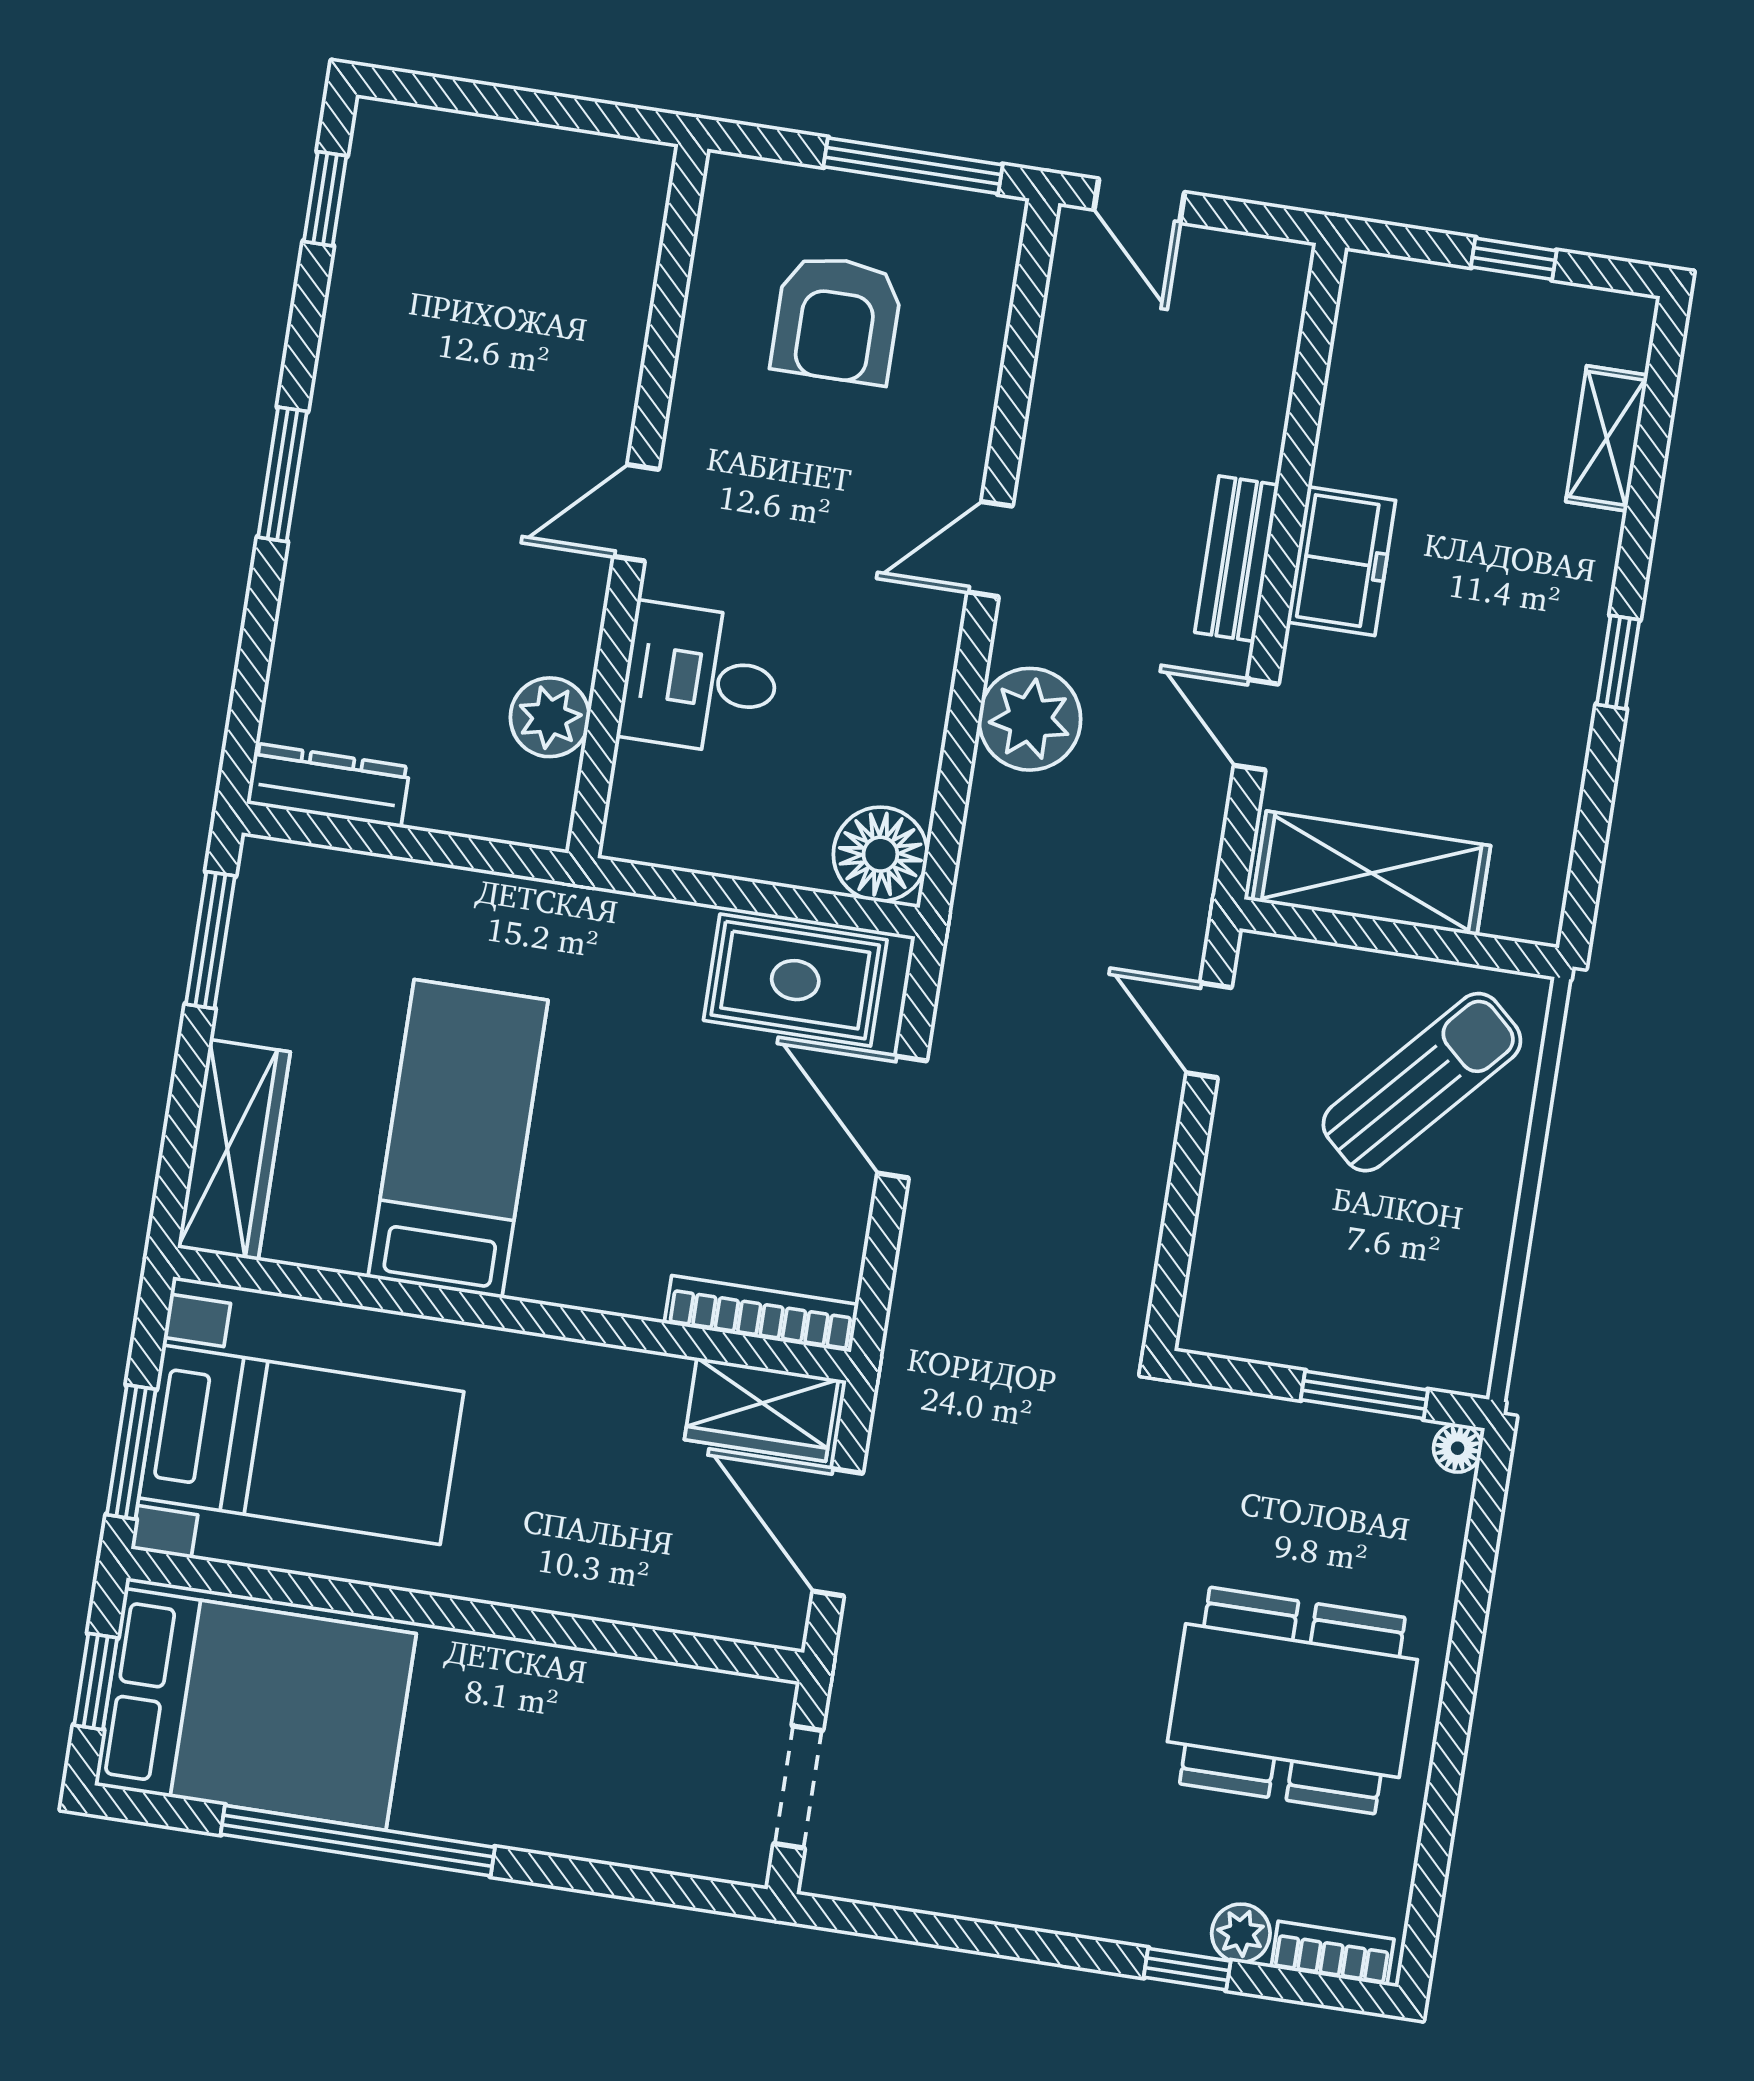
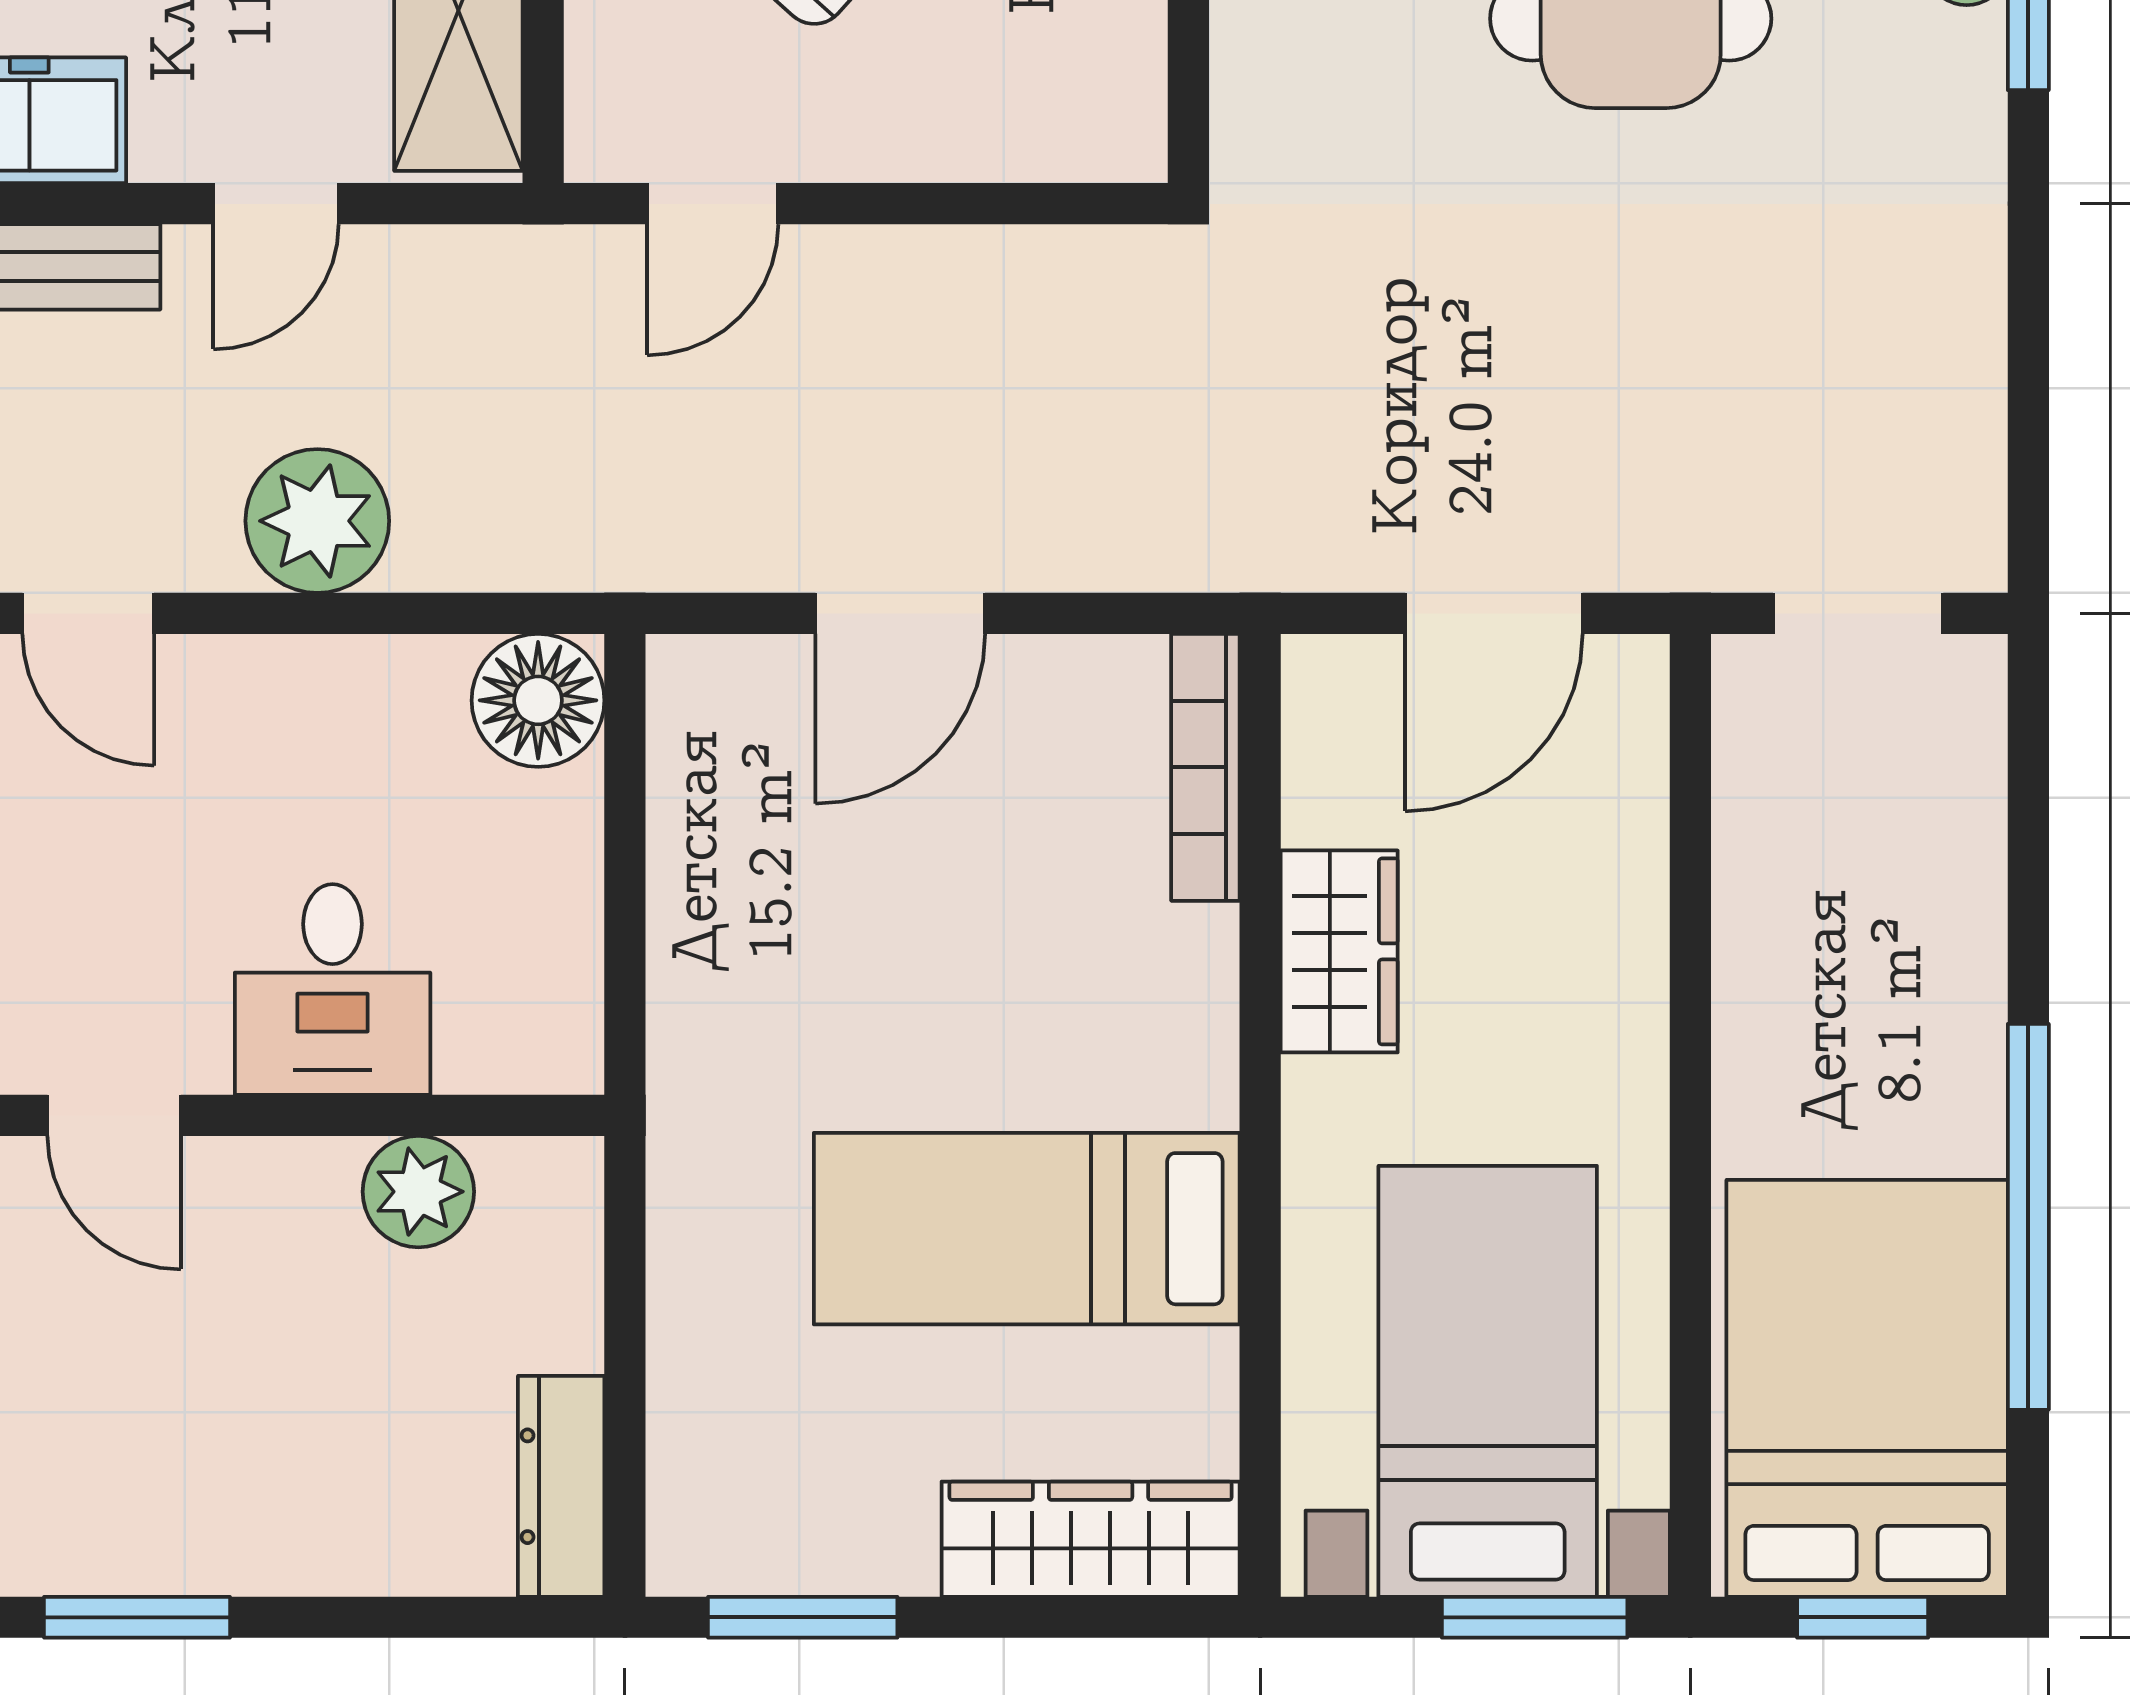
rug: (795, 980) -> (732, 792), removed
wardrobe: (761, 1410) -> (1339, 951), moved

